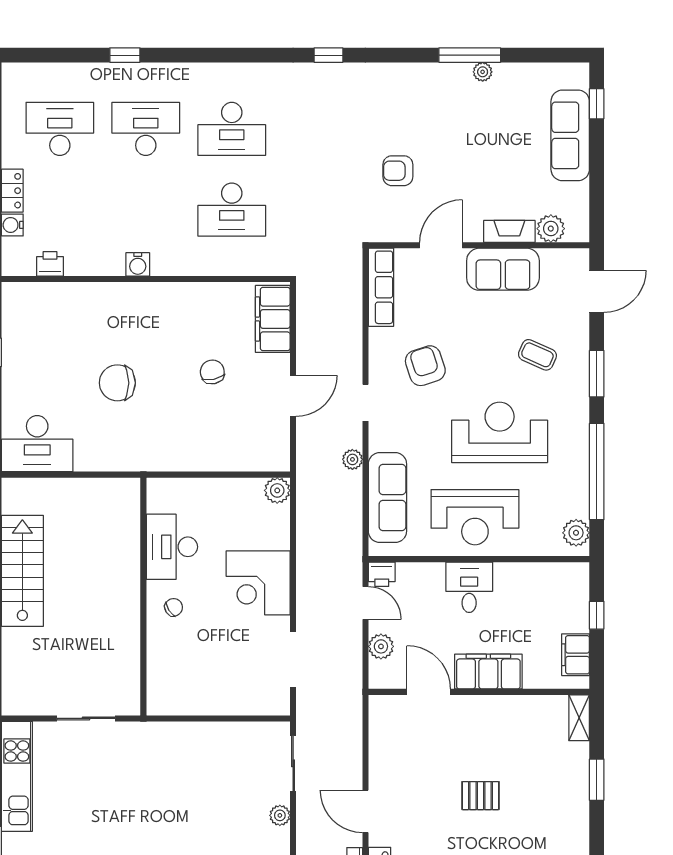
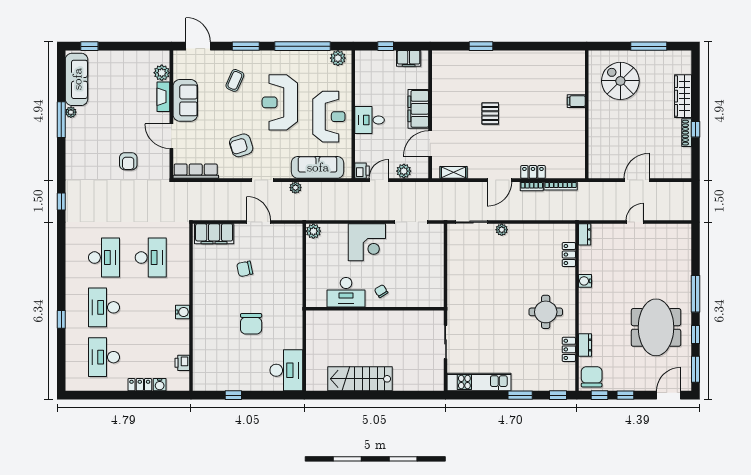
sofa: (570, 135) -> (77, 79), moved, turned -90
shelving: (579, 718) -> (454, 172), moved

